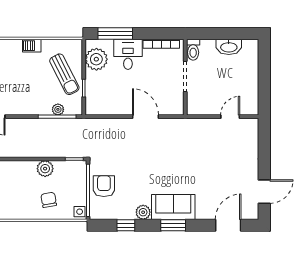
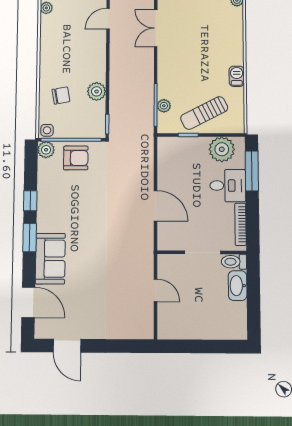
washbasin: (229, 47) -> (238, 286), moved
door: (146, 117) -> (156, 206), hinge flipped
door: (230, 117) -> (155, 290), moved
sofa: (173, 207) -> (50, 259), moved
plant: (143, 212) -> (46, 150), moved
window: (126, 225) -> (30, 201), moved

